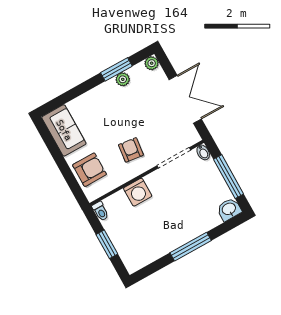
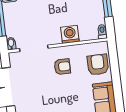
armchair: (131, 150) -> (62, 67), turned -97
armchair: (89, 170) -> (98, 65), turned 90

